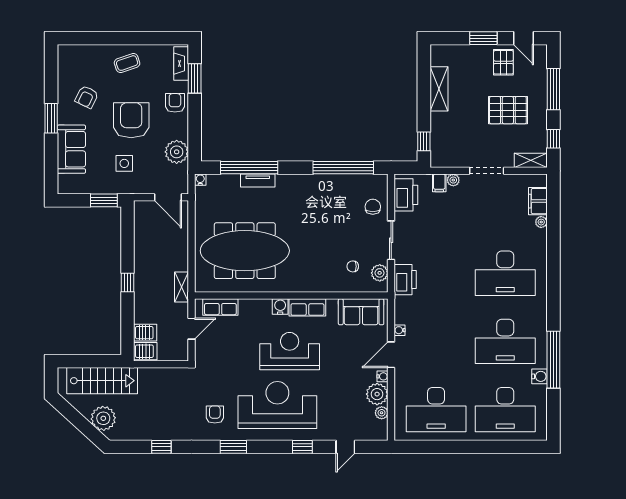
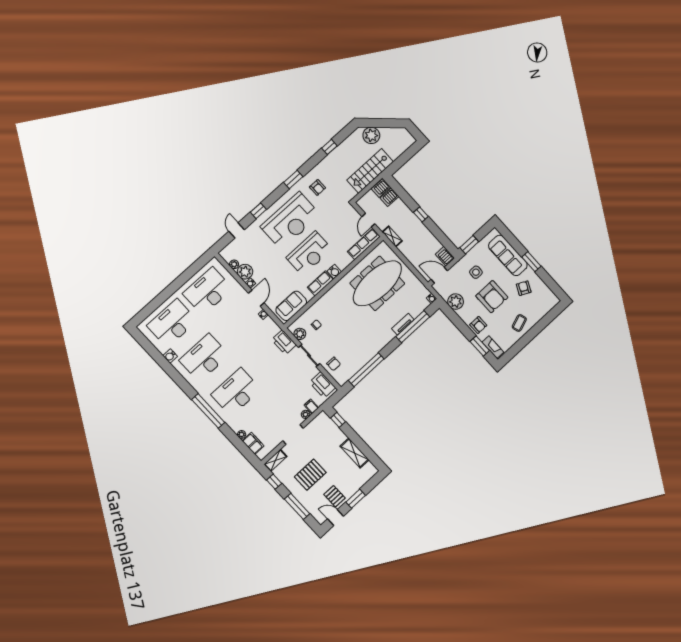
sofa: (71, 149) -> (508, 255), width x1.36
server rack: (143, 212) -> (445, 256), added
row of seats: (220, 307) -> (364, 244), width x1.48
window: (553, 360) -> (208, 411), moved
stairs: (102, 381) -> (370, 171), moved

